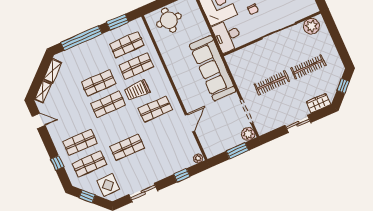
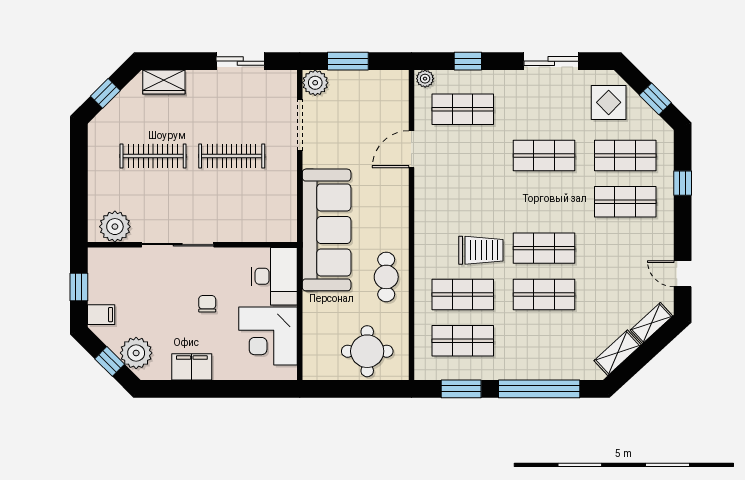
cafe table: (175, 59) -> (386, 277), added
shop shelf: (155, 109) -> (463, 109), moved
sliding door: (298, 124) -> (240, 61), moved

